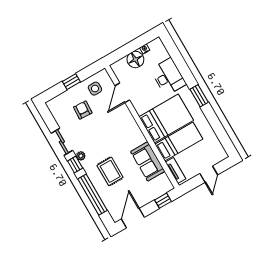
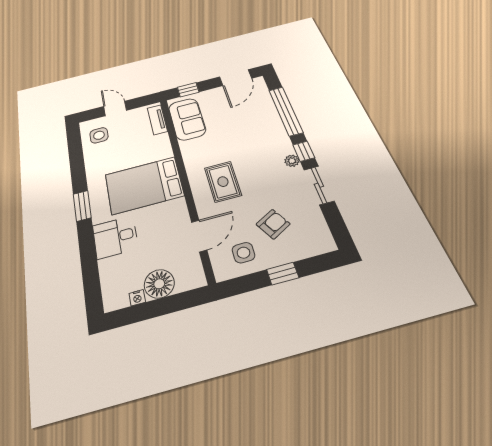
desk: (168, 77) -> (115, 237), width x0.73
armchair: (83, 110) -> (273, 224), turned -122
bed: (179, 142) -> (138, 153), removed
side table: (211, 149) -> (99, 135), added
sofa: (148, 161) -> (187, 119), moved
rug: (110, 171) -> (223, 182), moved
door: (209, 174) -> (115, 108), hinge flipped

